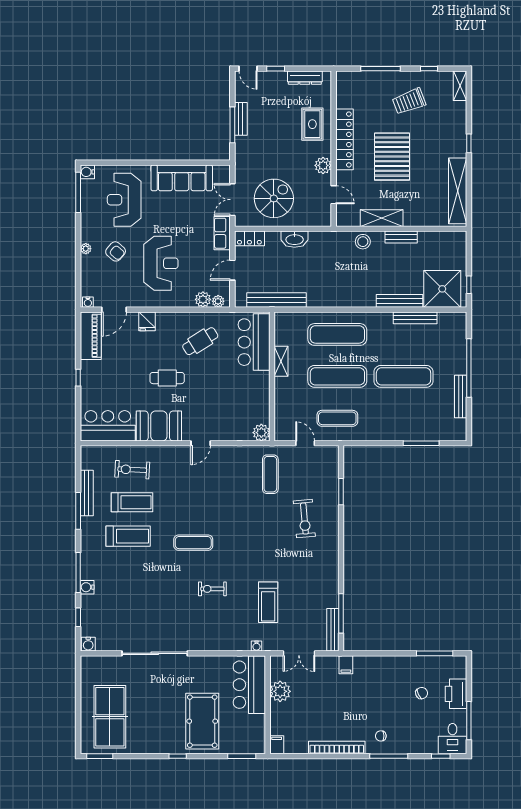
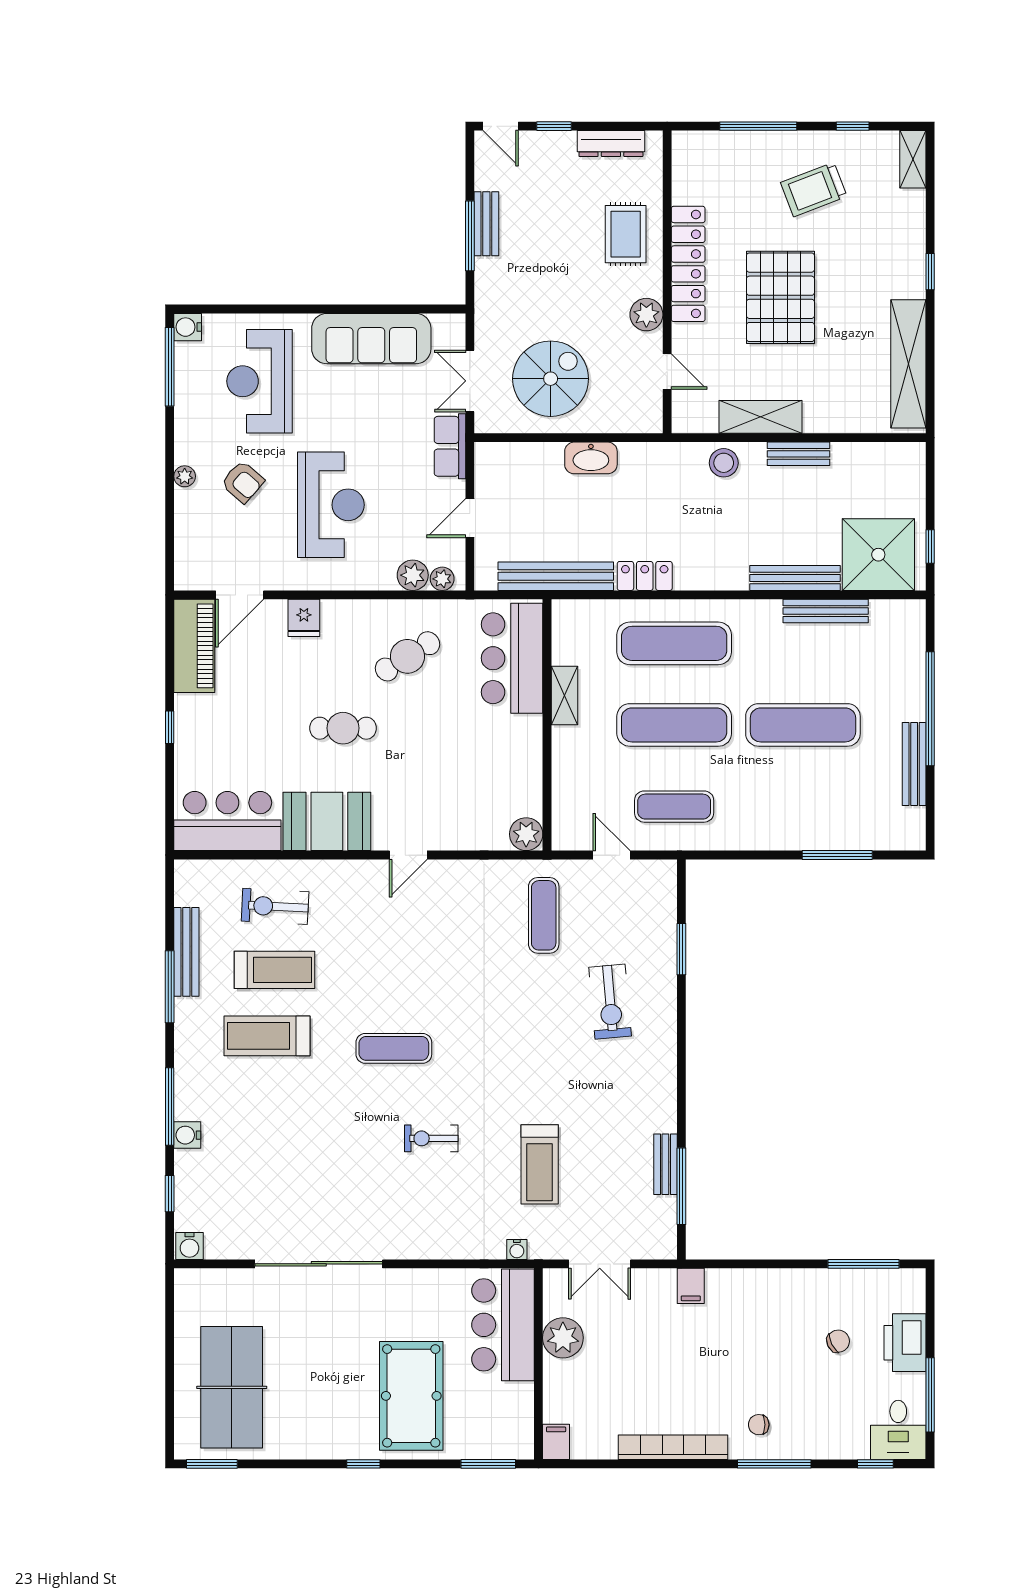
locker: (249, 238) -> (645, 576), moved, turned 180
water cooler: (88, 302) -> (189, 580), removed
treadmill: (128, 536) -> (267, 1036), turned 180
bench: (333, 630) -> (665, 1164), moved, width x0.73

